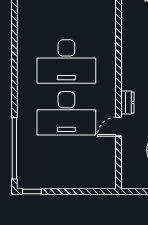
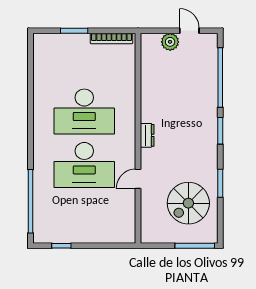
dresser: (127, 103) -> (147, 135), moved
window: (32, 191) -> (61, 246), moved

